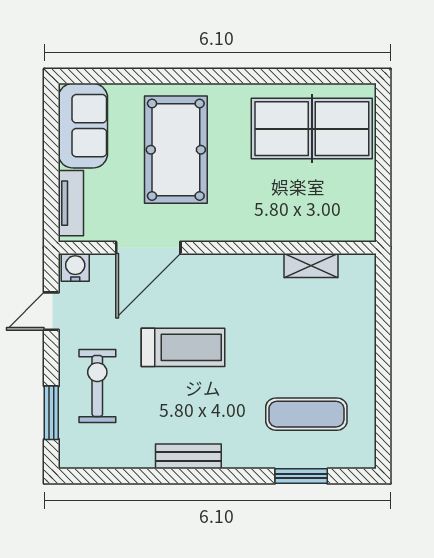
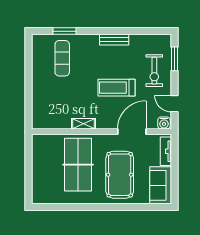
table tennis table: (312, 129) -> (78, 165), moved, turned 90
shelving: (311, 266) -> (84, 124), moved
door: (51, 311) -> (175, 104), swing flipped
exercise mat: (306, 414) -> (62, 58), turned 90

